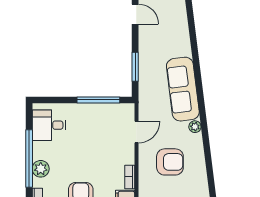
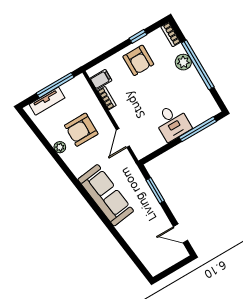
window: (98, 100) -> (198, 129), moved
desk: (49, 125) -> (172, 122), moved, turned 90
plant: (195, 127) -> (60, 147), moved

